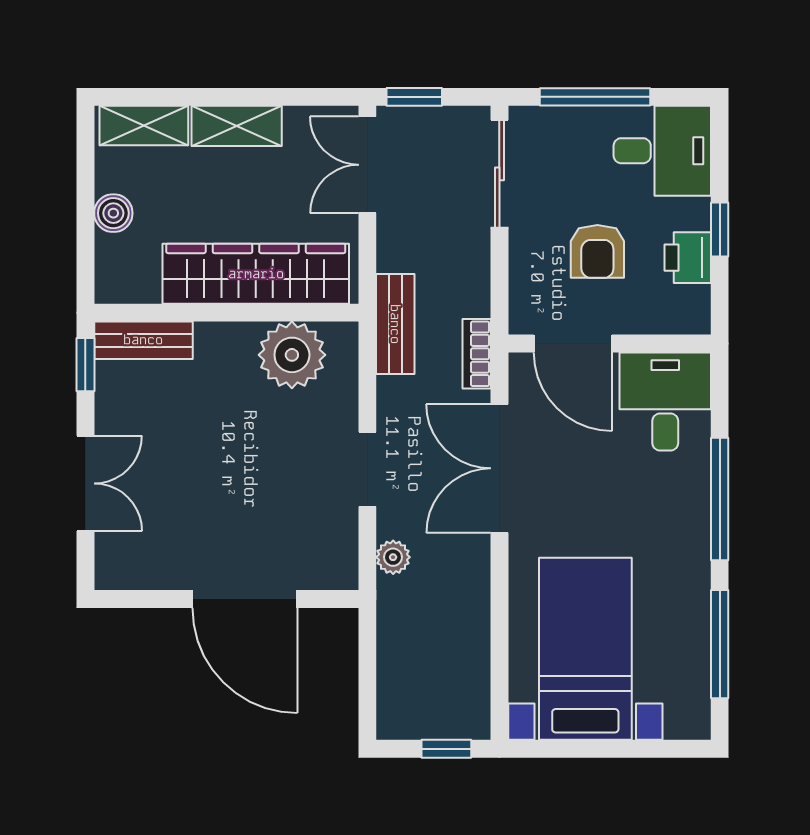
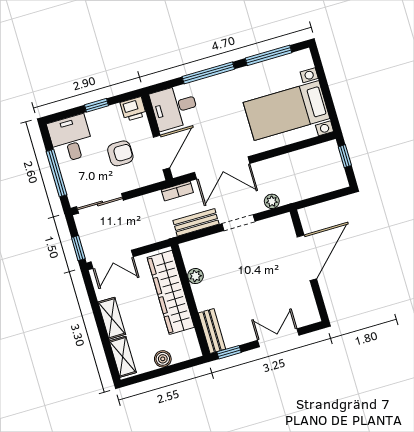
printer: (688, 258) -> (133, 109), moved
bench: (395, 324) -> (196, 222), moved
plant: (292, 355) -> (195, 276), width x0.53, depth x0.53

